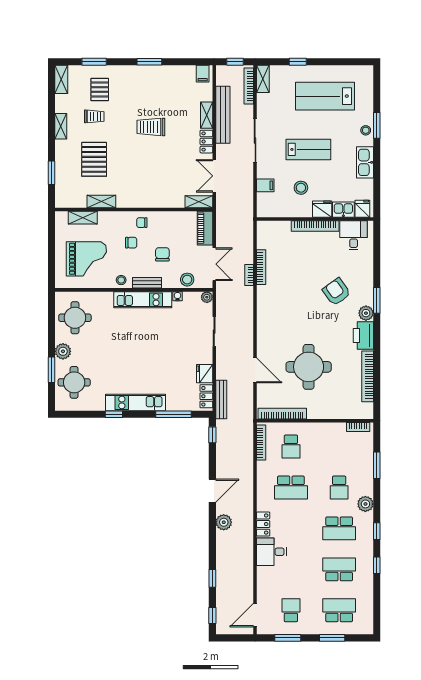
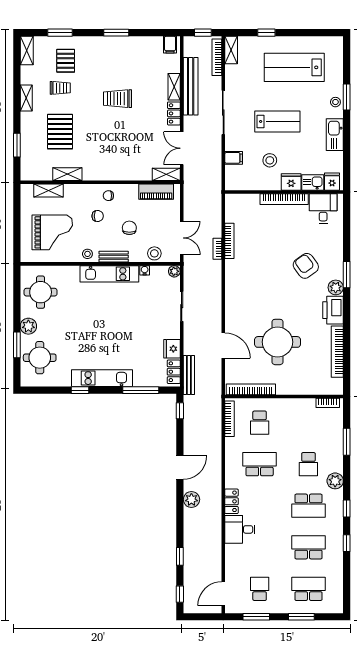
piano: (205, 228) -> (156, 192), moved, turned -90
school desk: (291, 487) -> (260, 464), turned 180

